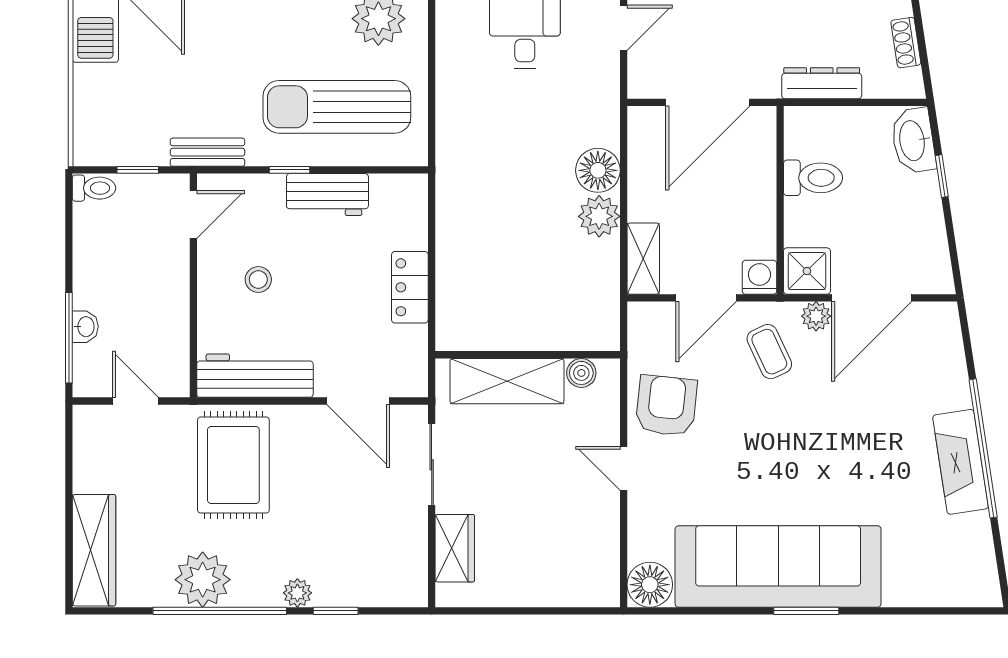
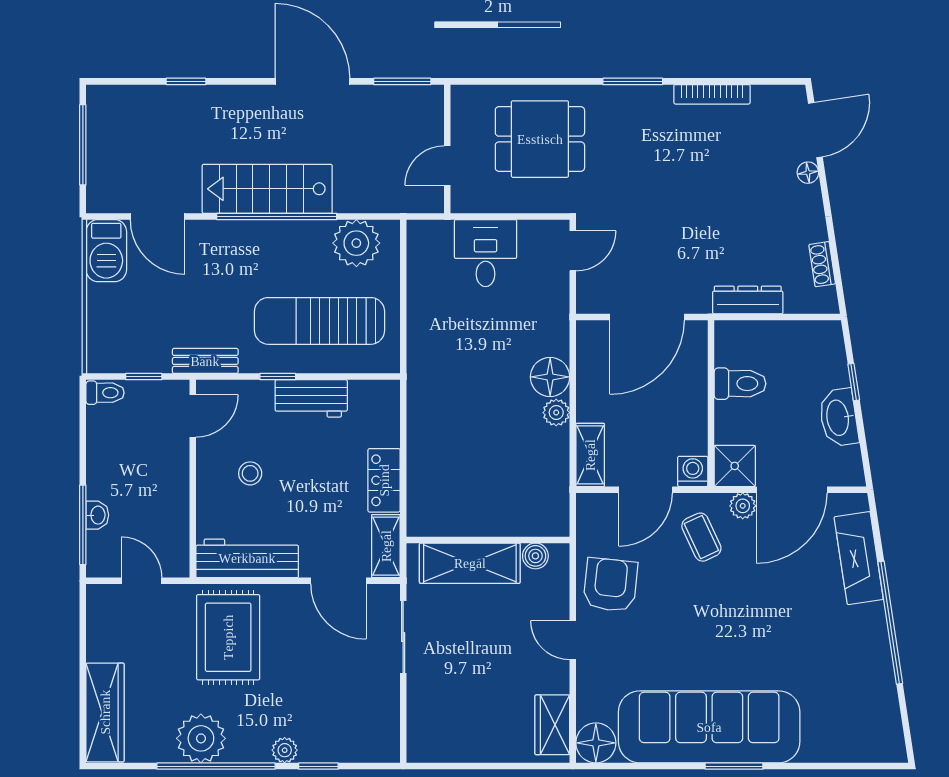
washbasin: (913, 141) -> (839, 418), moved
plant: (599, 216) -> (556, 413), width x0.73, depth x0.73
shelving: (412, 362) -> (386, 546), added
fireplace: (961, 462) -> (859, 558), moved
wardrobe: (455, 548) -> (552, 725), moved, turned 180

